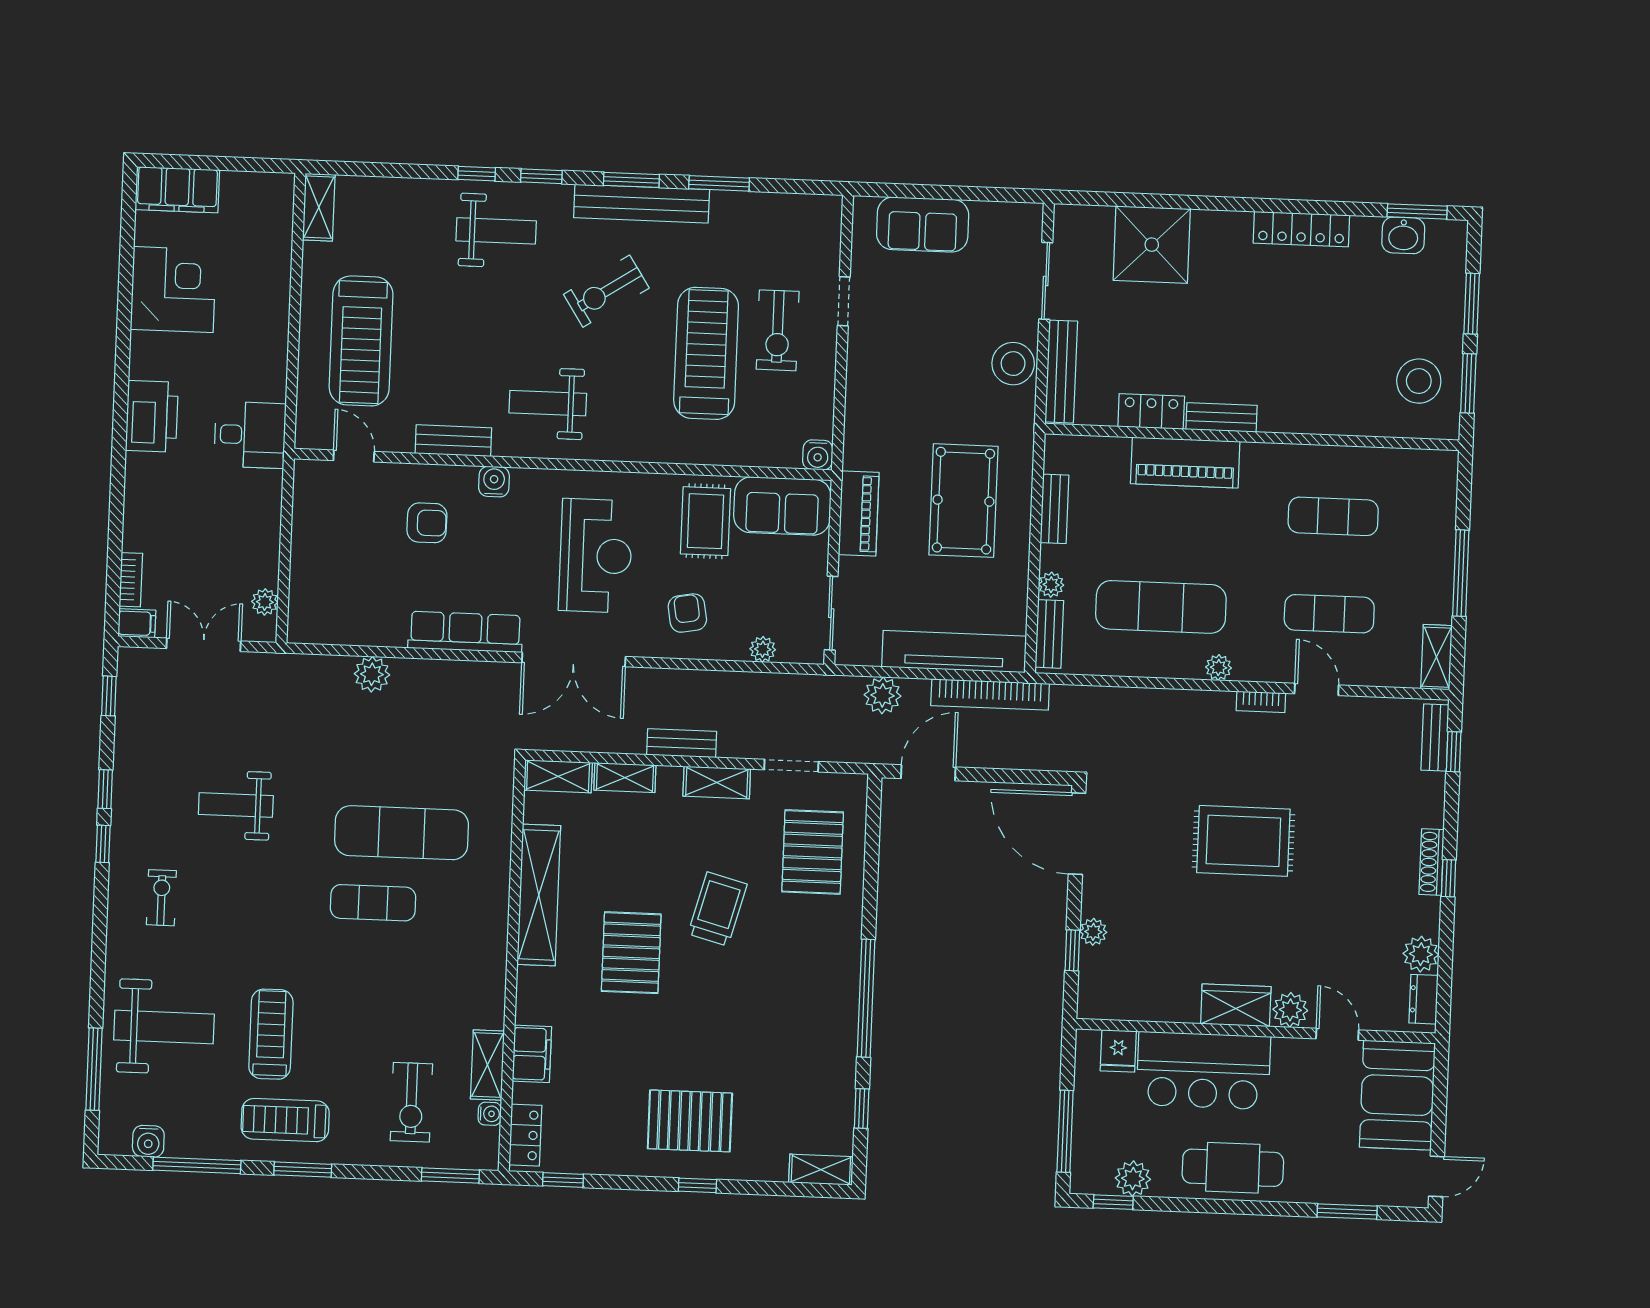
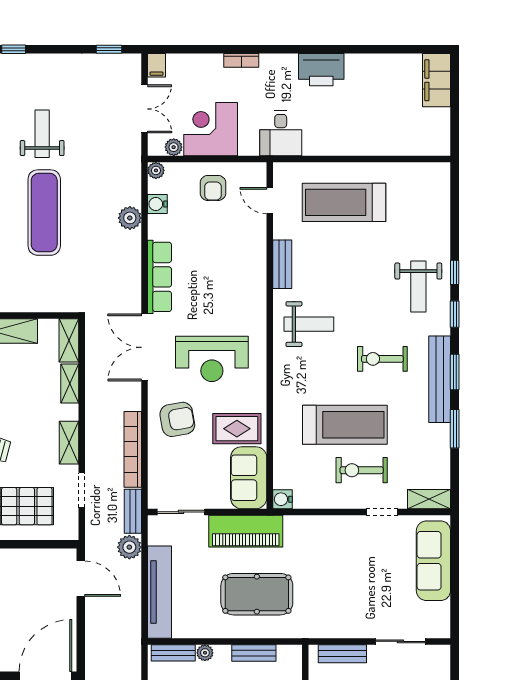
shelving: (319, 207) -> (429, 499), moved
sofa: (923, 224) -> (433, 561), width x1.36
corner desk: (173, 290) -> (211, 129), moved, turned 180
exercise bike: (606, 291) -> (382, 359), turned -57
stool: (1013, 364) -> (346, 623), removed
bench: (1061, 372) -> (342, 654), width x0.73
weight bench: (548, 403) -> (309, 324), turned 90
printer: (152, 416) -> (321, 70), moved
door: (354, 456) -> (270, 201), swing flipped
water cooler: (494, 482) -> (157, 204), moved, turned 180
piano: (859, 514) -> (246, 531), width x1.37, depth x1.33
armchair: (427, 523) -> (213, 188), moved
bookcase: (131, 580) -> (241, 60), moved
armchair: (687, 613) -> (177, 419), width x1.38, depth x1.38
plant: (763, 649) -> (156, 170), moved
bookcase: (990, 695) -> (133, 449), moved
bench: (682, 743) -> (133, 511), moved
window: (105, 789) -> (49, 49), removed
exercise mat: (402, 833) -> (44, 213), moved

